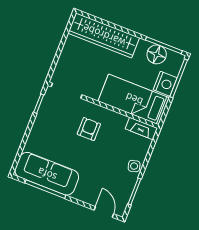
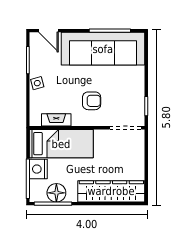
fireplace: (141, 128) -> (56, 120), moved
armchair: (89, 129) -> (92, 101), turned -90
sofa: (47, 174) -> (103, 49), width x1.36, depth x1.27

